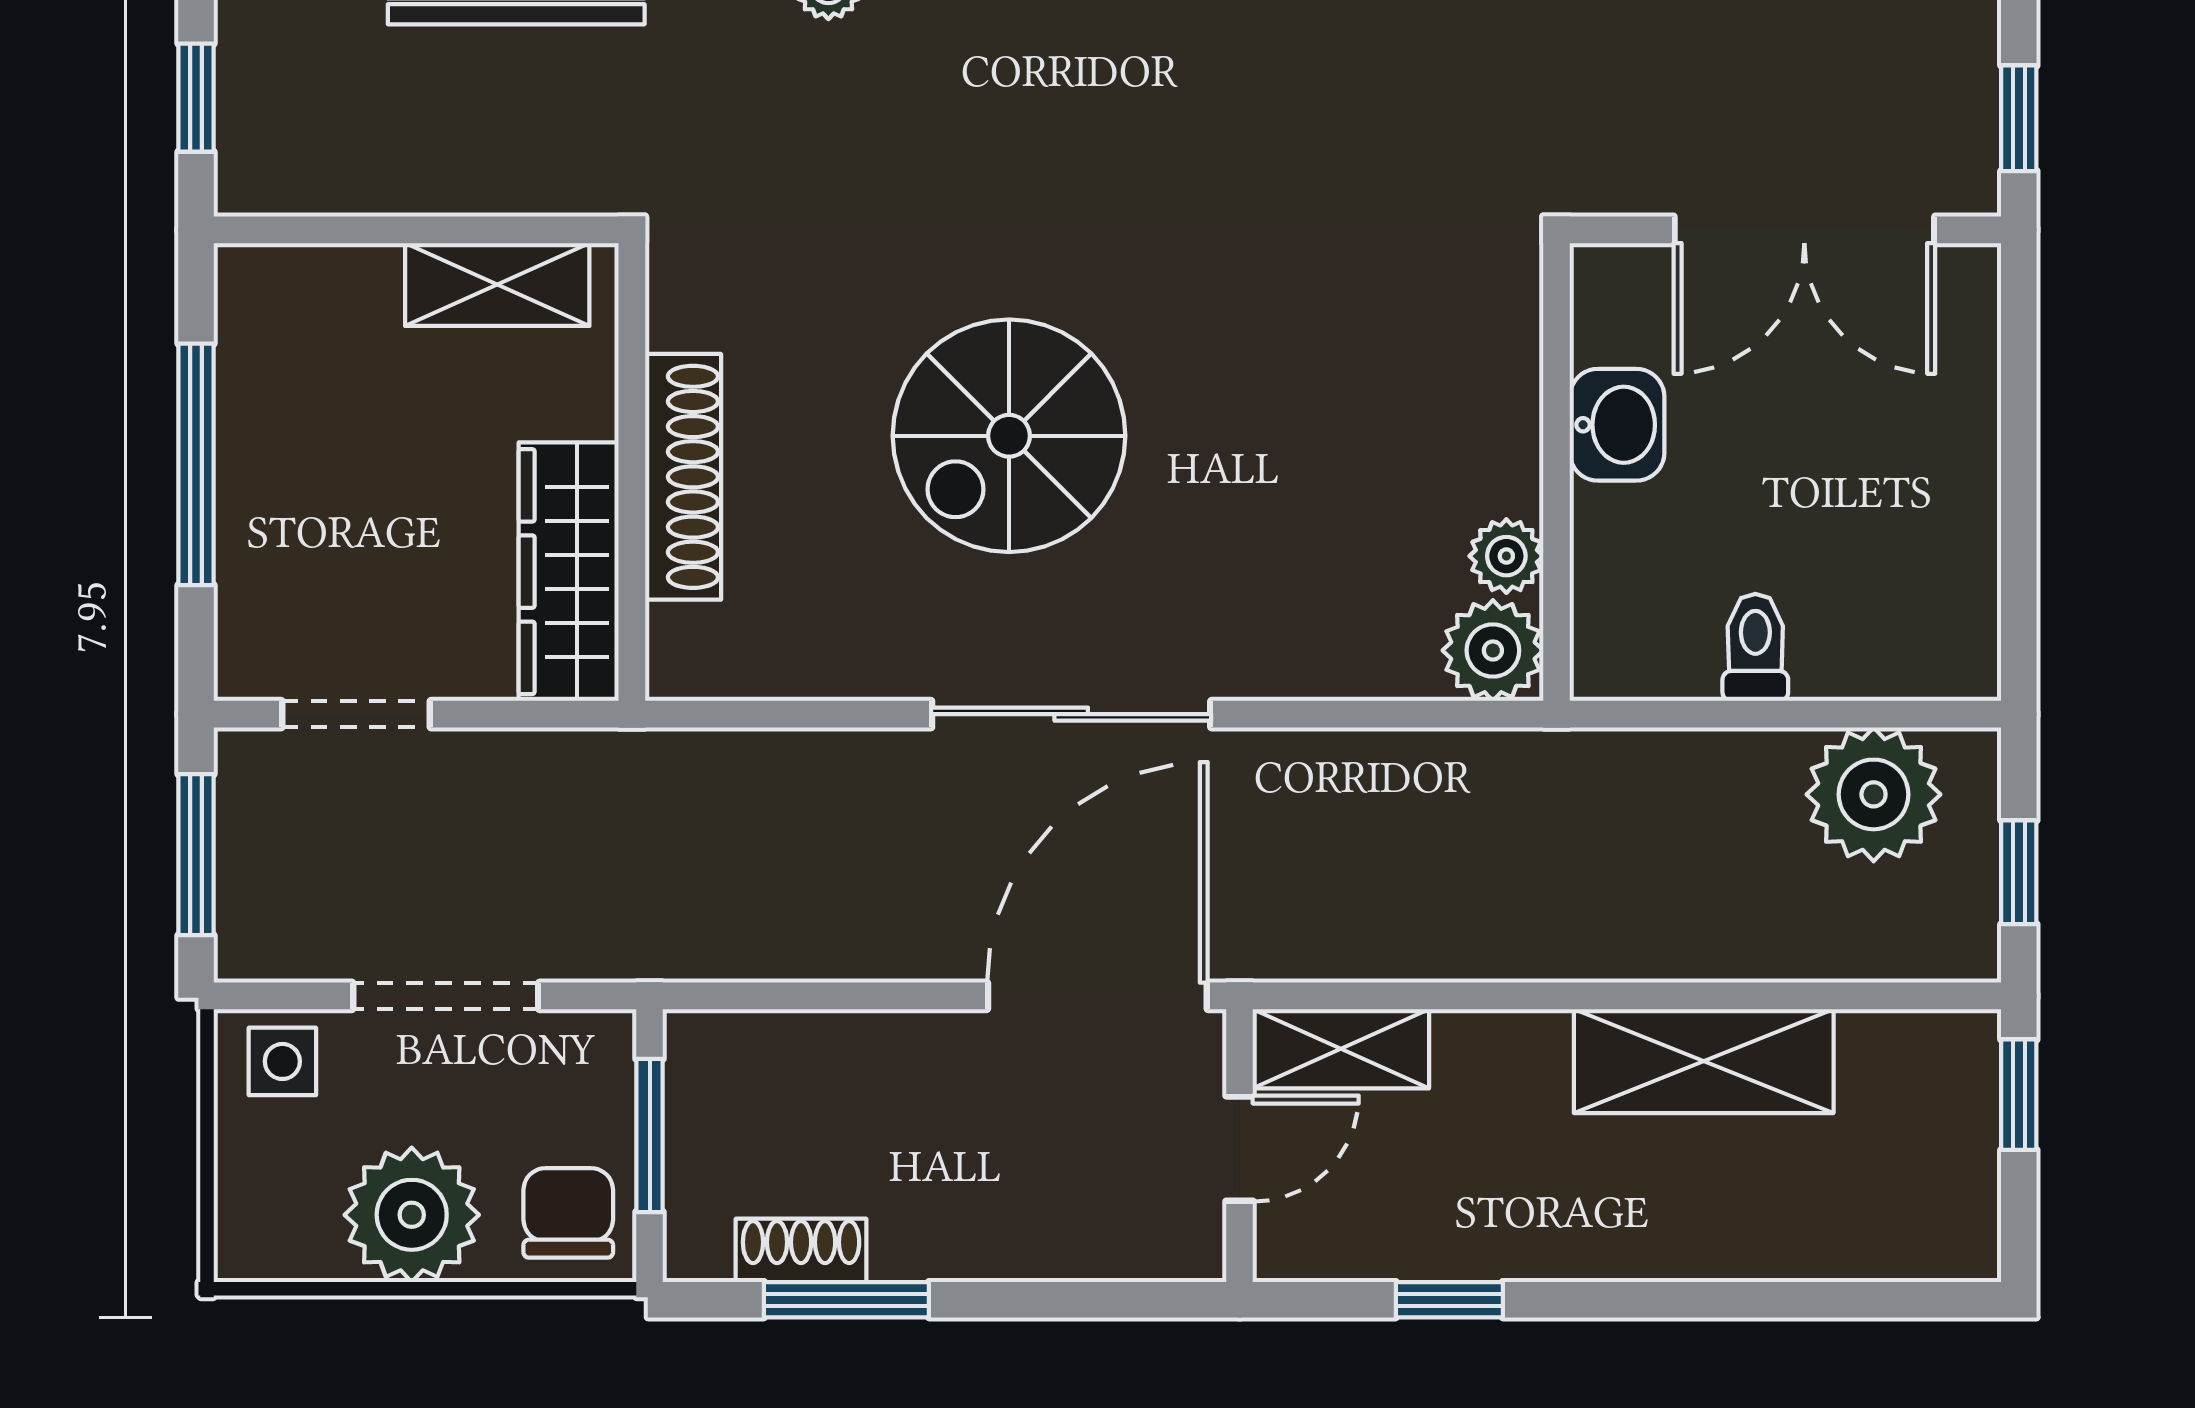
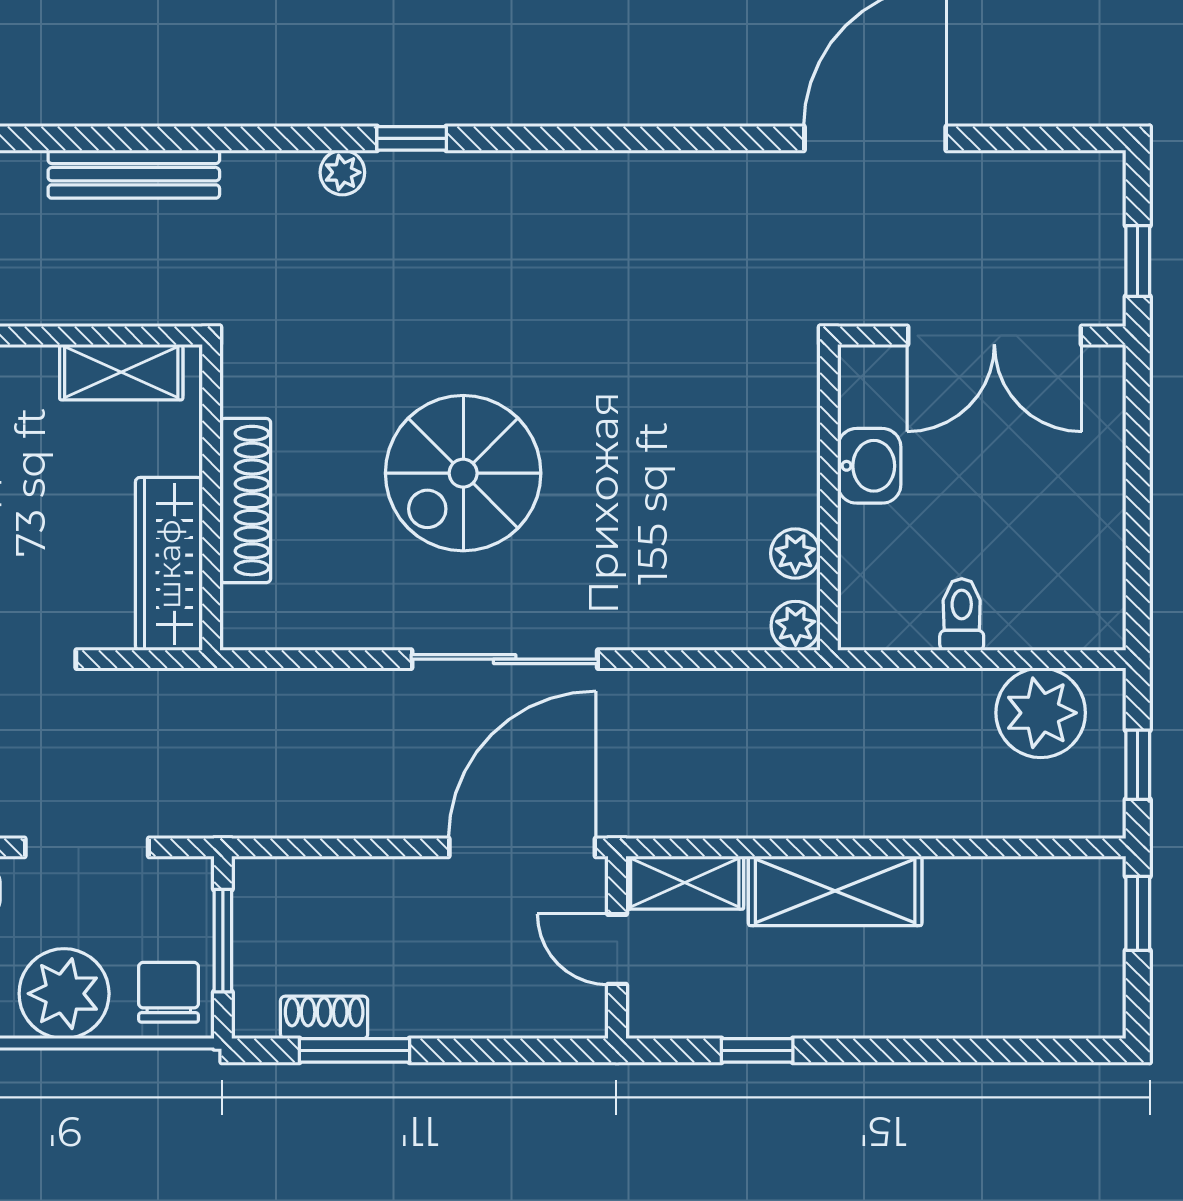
plant: (1493, 650) -> (796, 626), width x0.73, depth x0.73
shelving: (1704, 1061) -> (835, 891), moved
door: (1240, 1149) -> (617, 949), swing flipped

